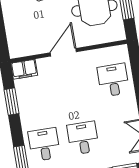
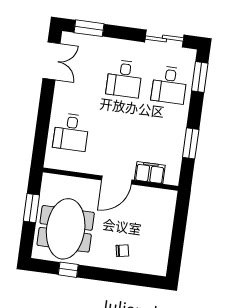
filing cabinet: (24, 69) -> (150, 173), moved

